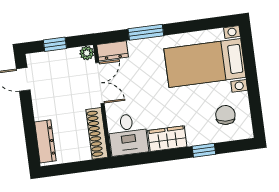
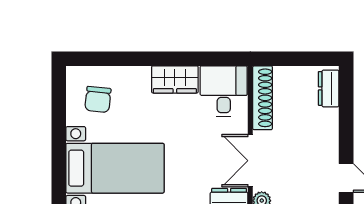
dresser: (45, 141) -> (329, 88), width x0.70
window: (204, 150) -> (131, 59), removed

